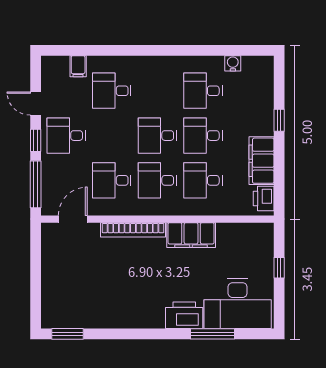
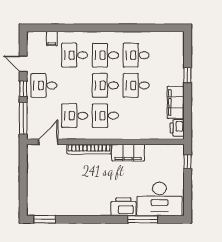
water cooler: (233, 63) -> (156, 37), removed
desk: (203, 180) -> (105, 55), moved
window: (279, 268) -> (188, 162), moved

